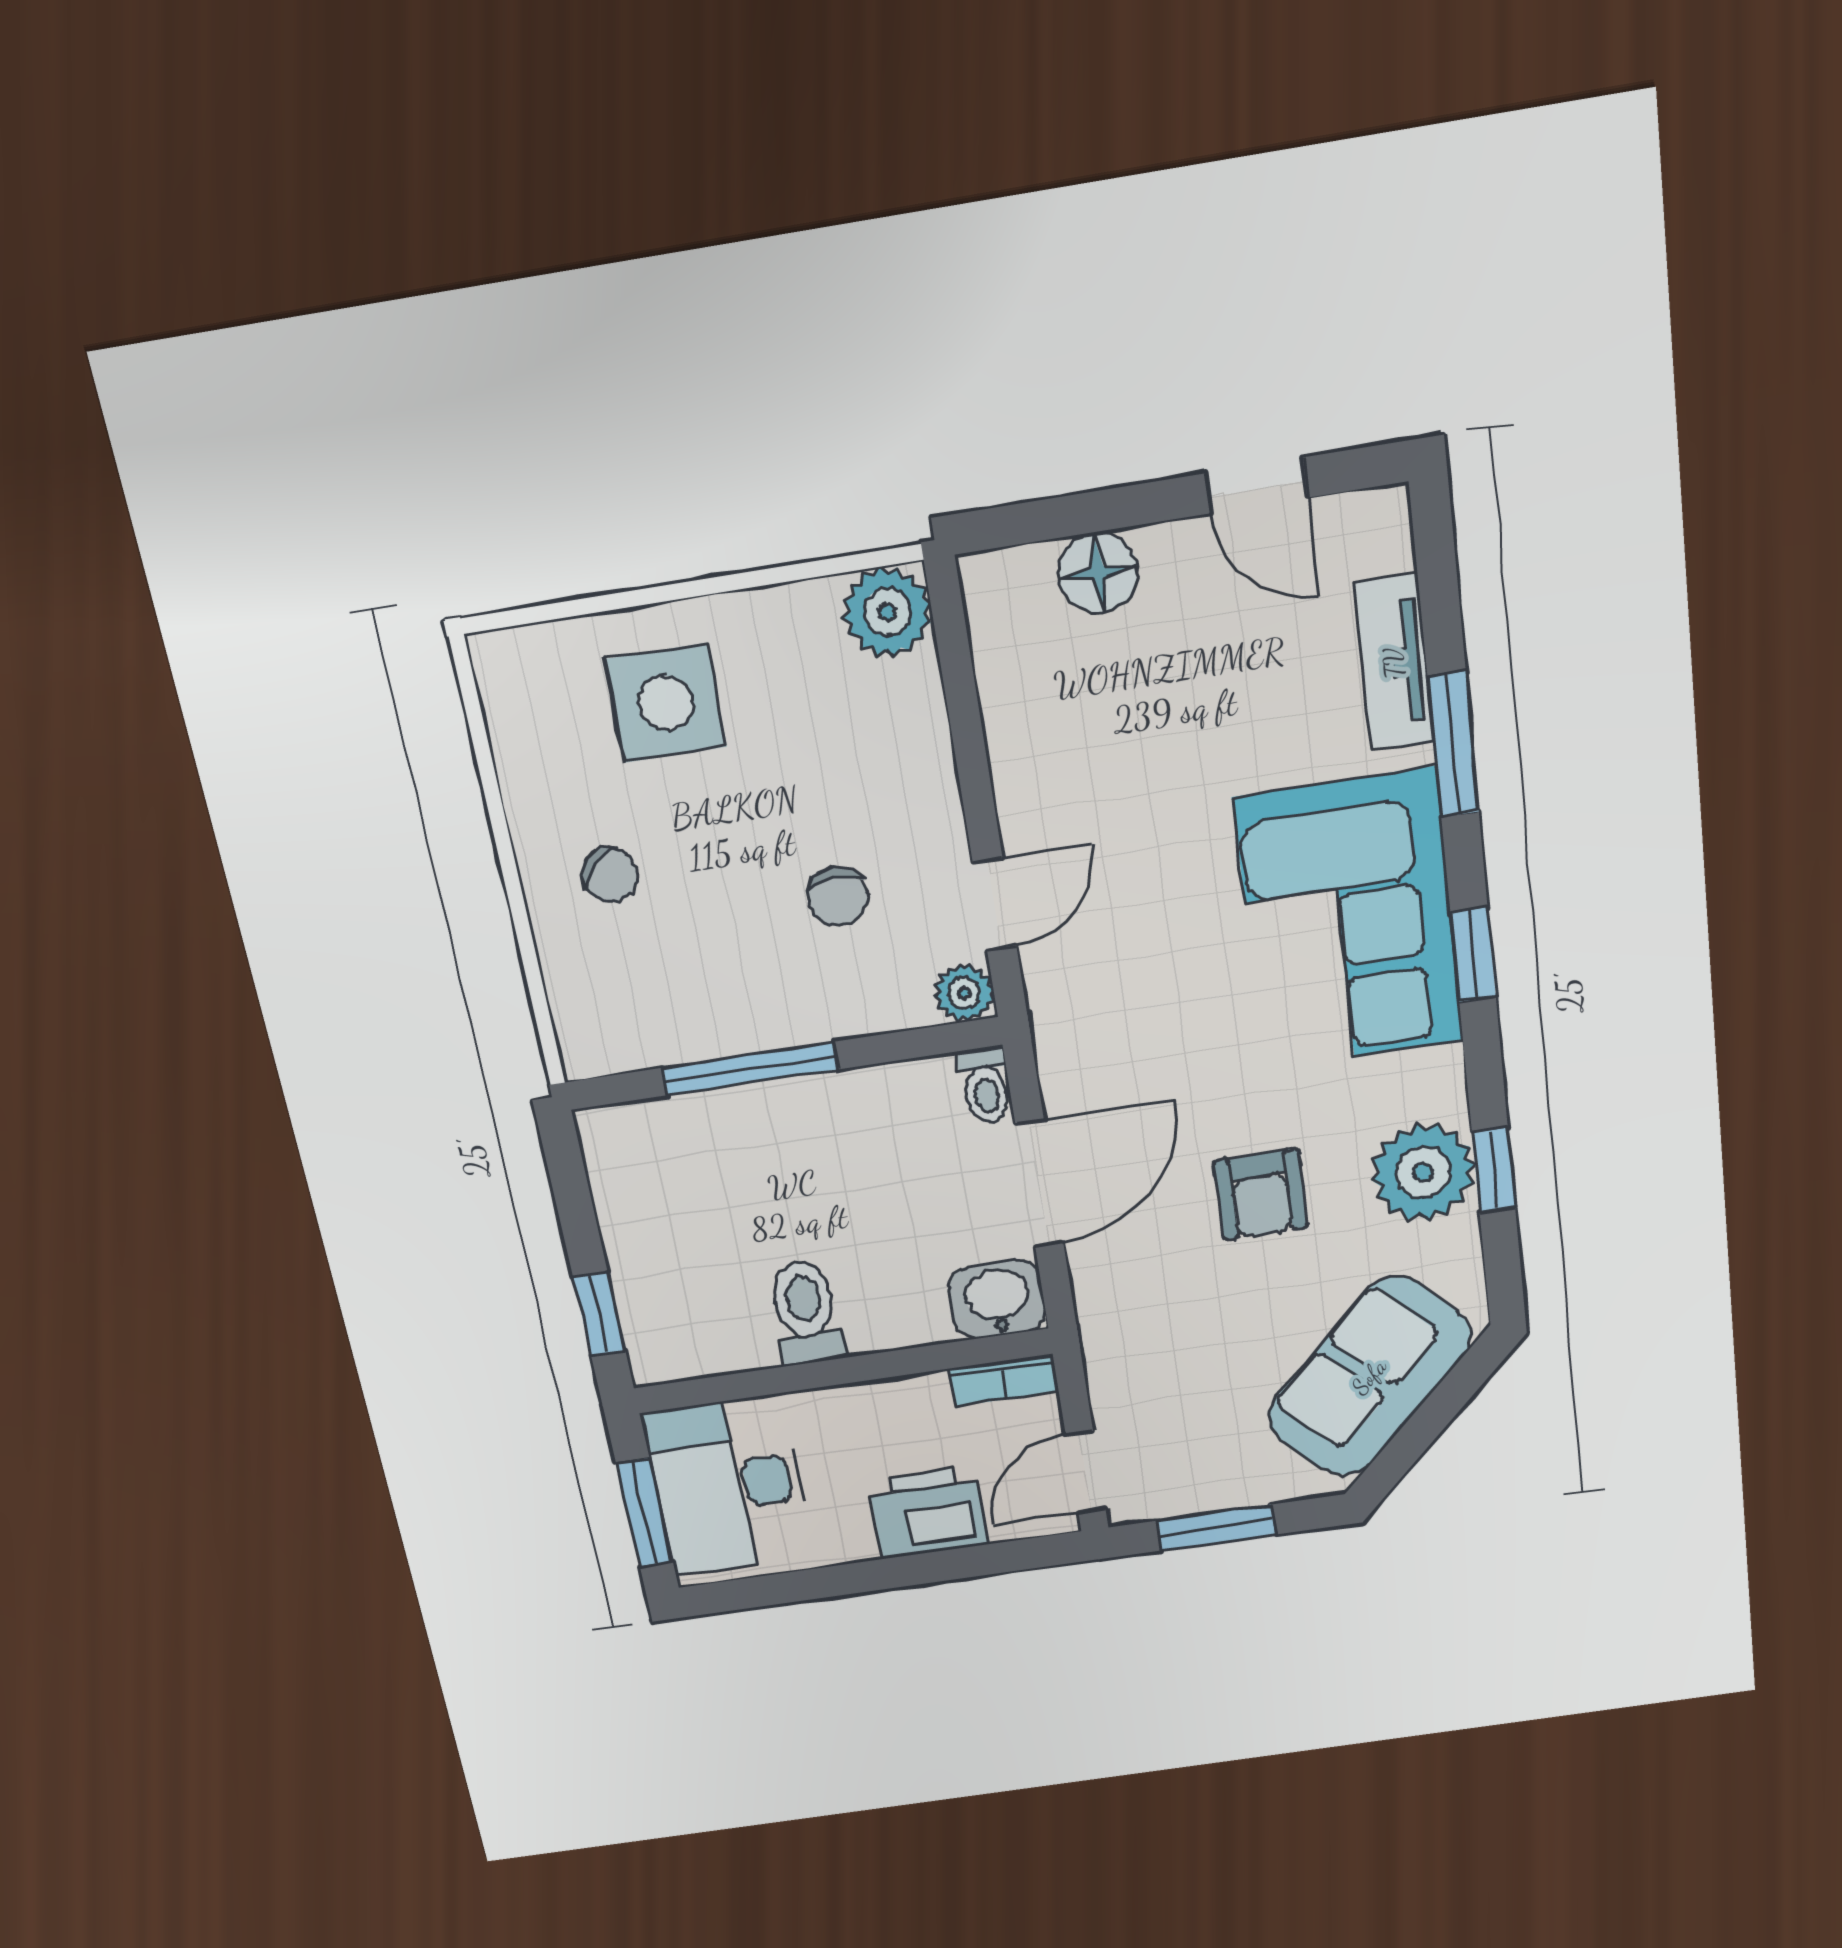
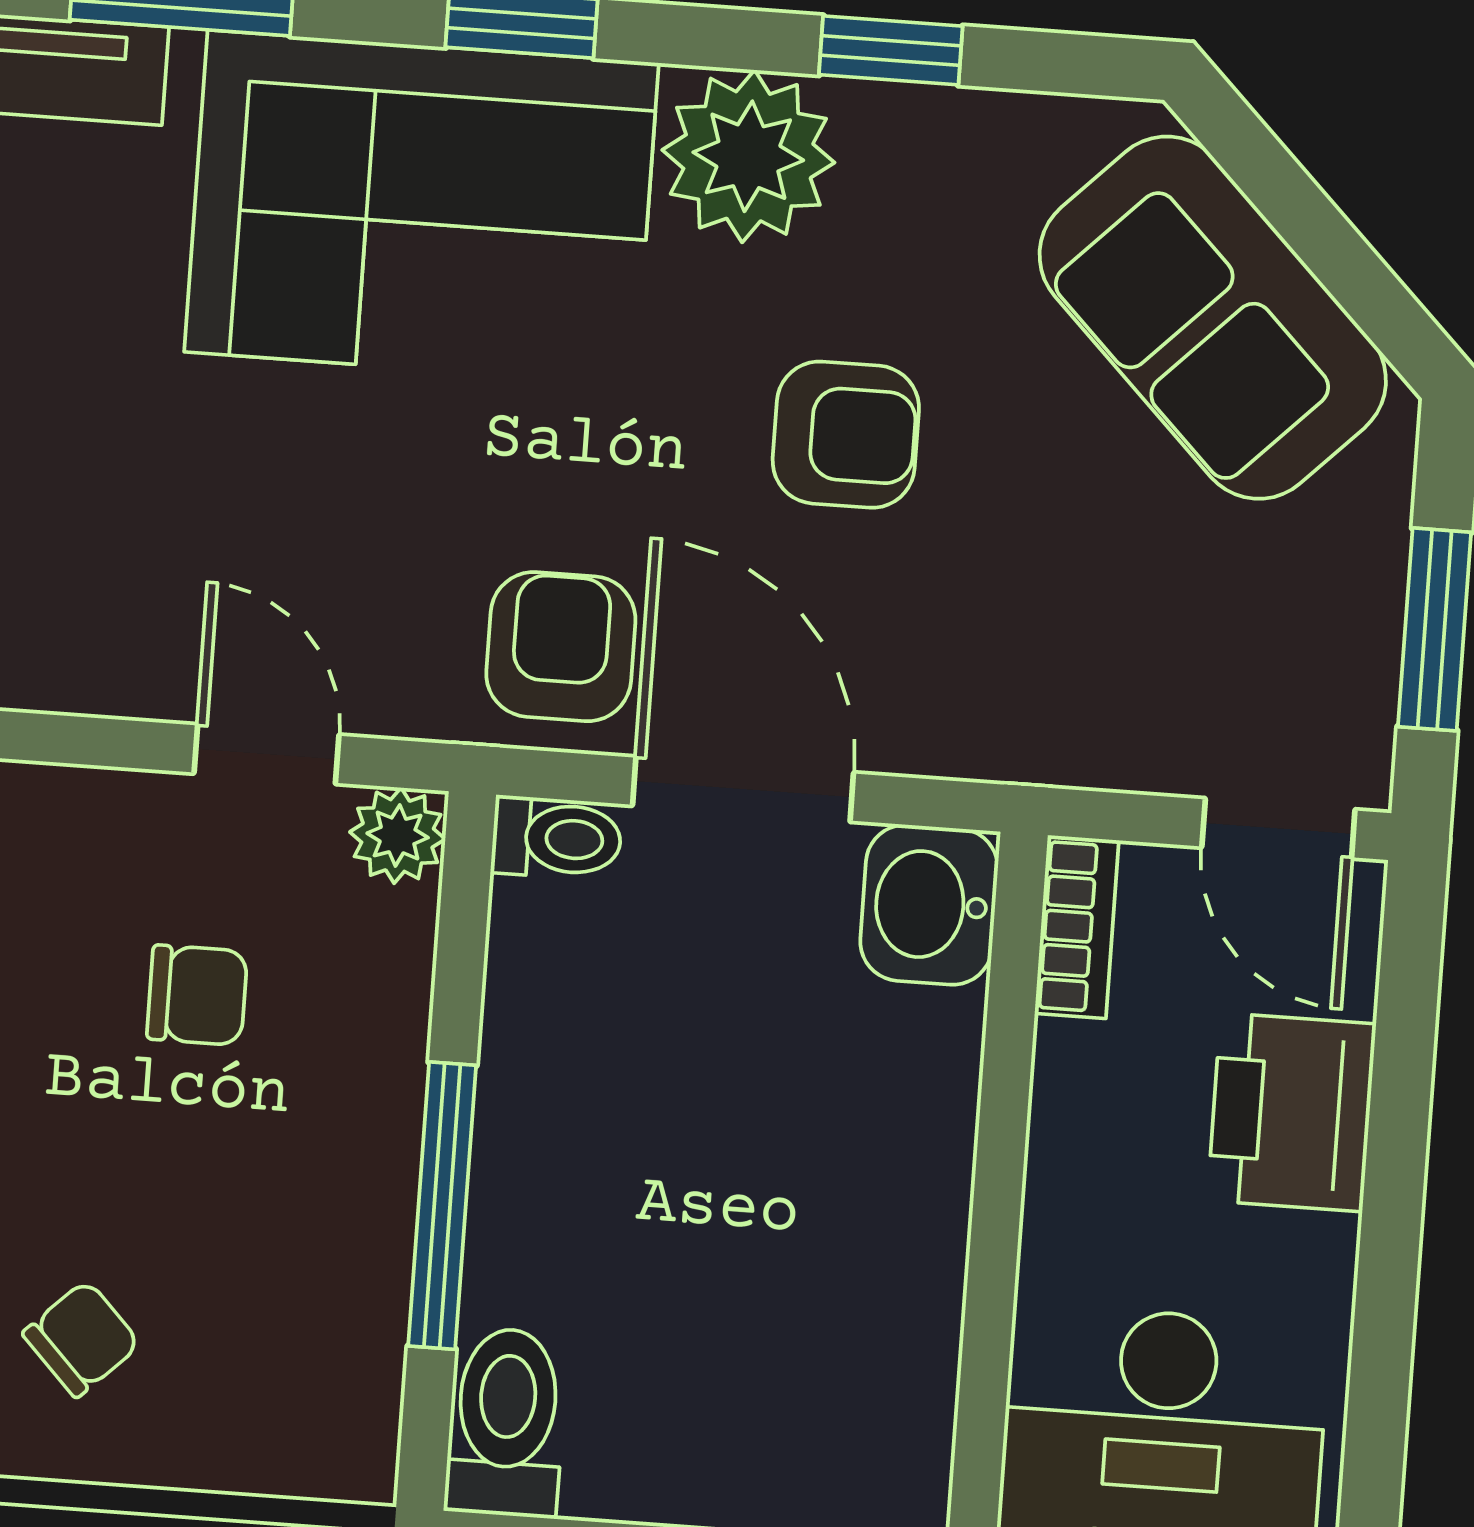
armchair: (1100, 1062) -> (561, 647), added
plant: (1423, 1172) -> (748, 156), moved
toilet: (806, 1312) -> (506, 1422), moved, turned 90

